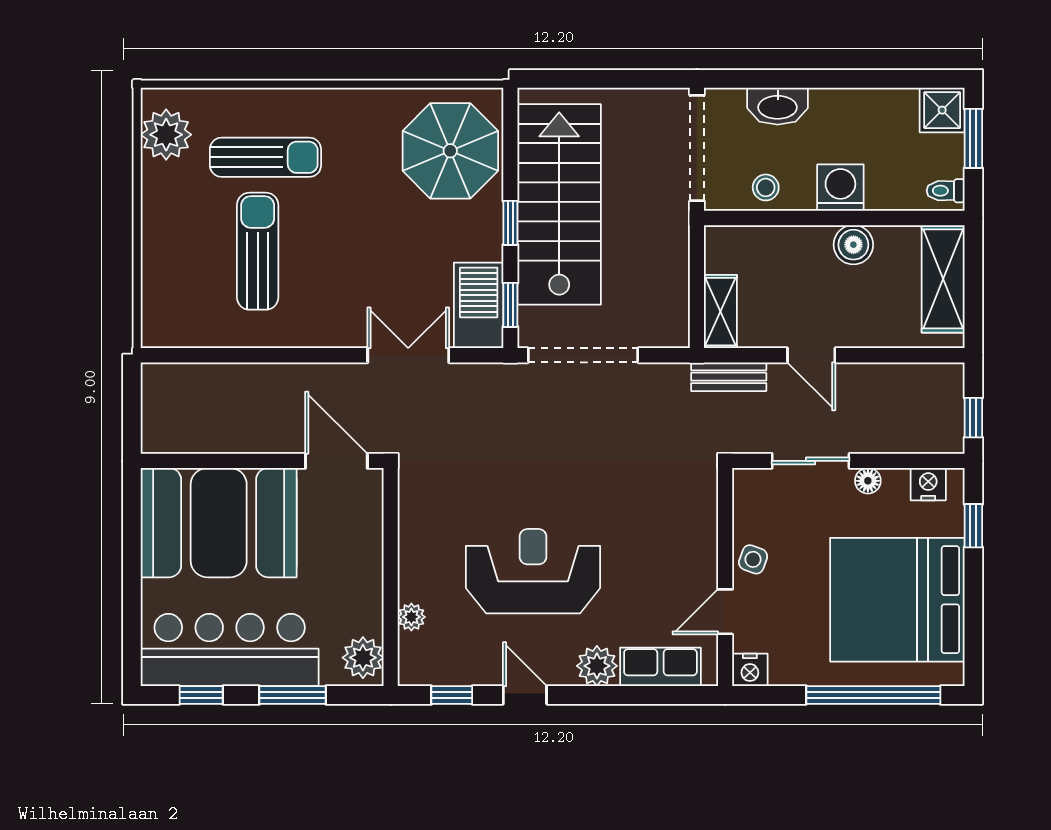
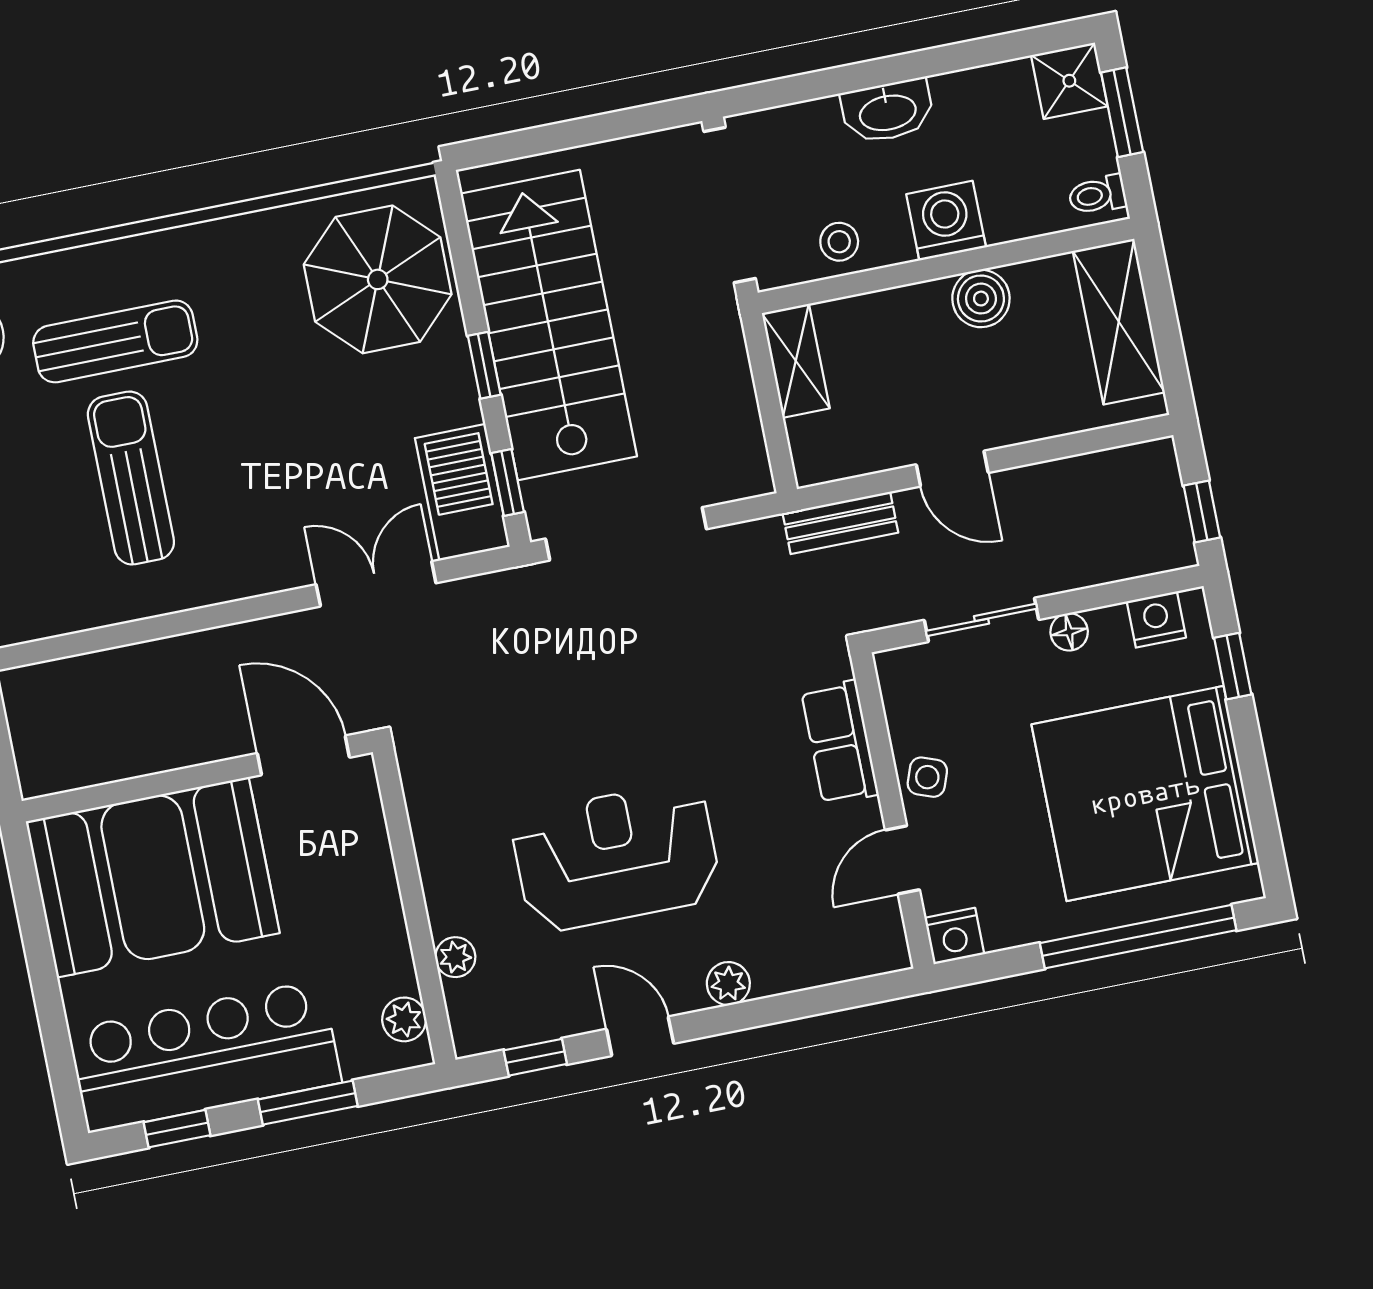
washbasin: (778, 106) -> (888, 111), moved
shelving: (720, 312) -> (796, 361), moved
plant: (363, 658) -> (404, 1019), width x0.73, depth x0.73
plant: (597, 666) -> (728, 984), width x0.73, depth x0.73
row of seats: (660, 667) -> (840, 742), moved, turned -90

